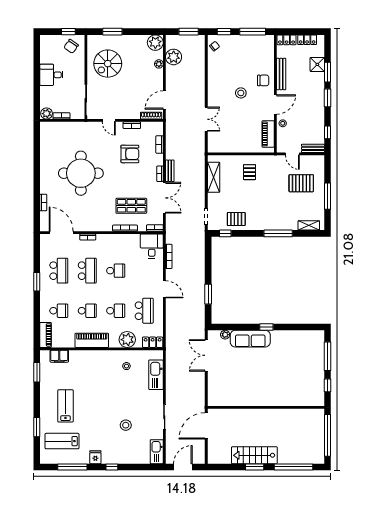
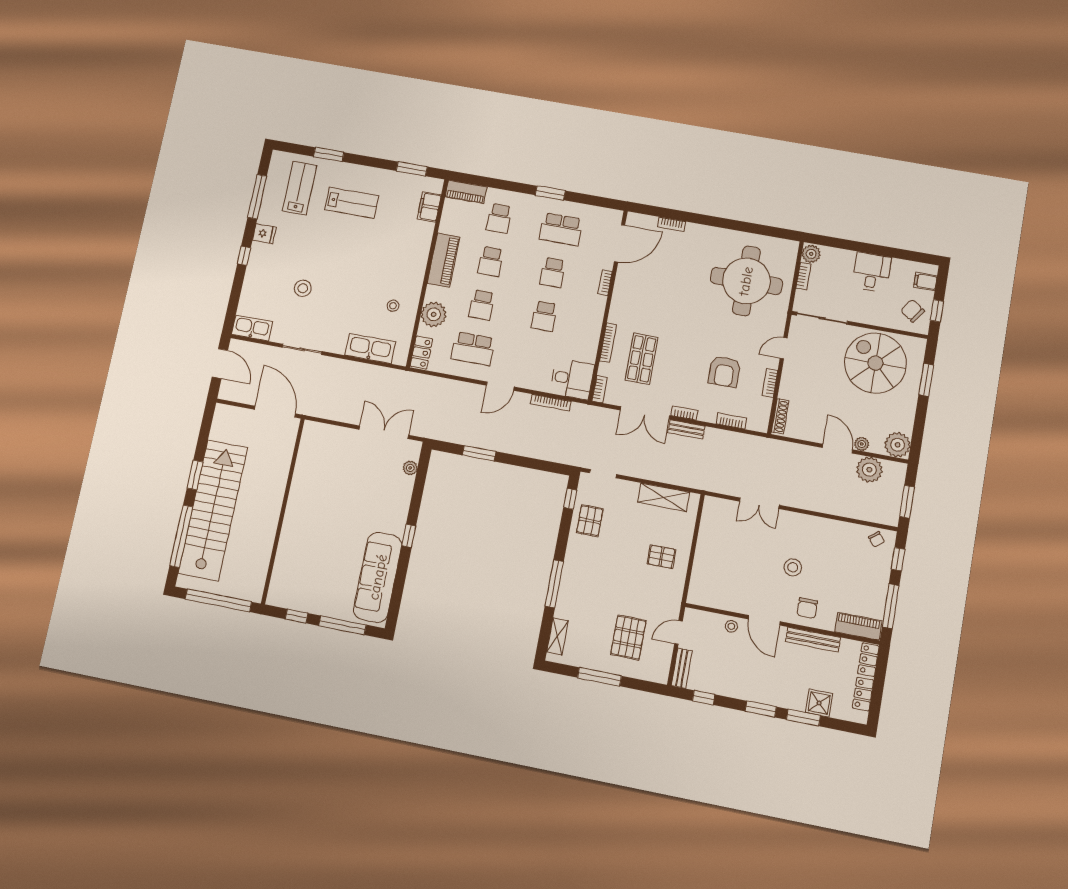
filing cabinet: (51, 41) -> (925, 281), added
spiral stairs: (108, 64) -> (875, 363), width x1.37, depth x1.37
door: (164, 100) -> (837, 449), moved
piano: (268, 134) -> (858, 626), moved
round table: (81, 173) -> (746, 281), moved
school desk: (87, 271) -> (553, 273), width x0.54
sofa: (250, 339) -> (378, 577), moved, width x1.36, depth x1.27
stairs: (254, 455) -> (213, 510), width x1.86, depth x1.51

